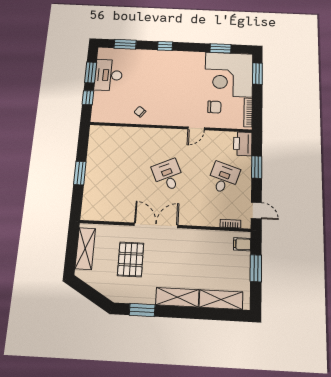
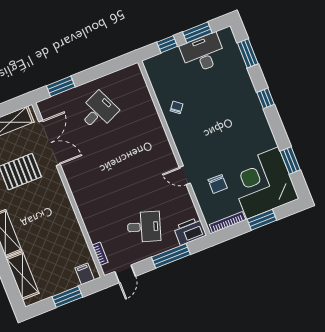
window: (257, 74) -> (262, 220), moved
window: (257, 167) -> (171, 256), width x1.44
window: (80, 173) -> (61, 86), moved
desk: (168, 175) -> (98, 111), moved
double door: (156, 225) -> (49, 143), moved

